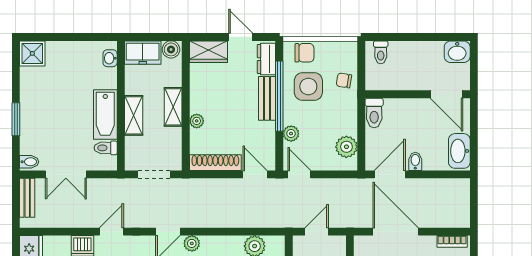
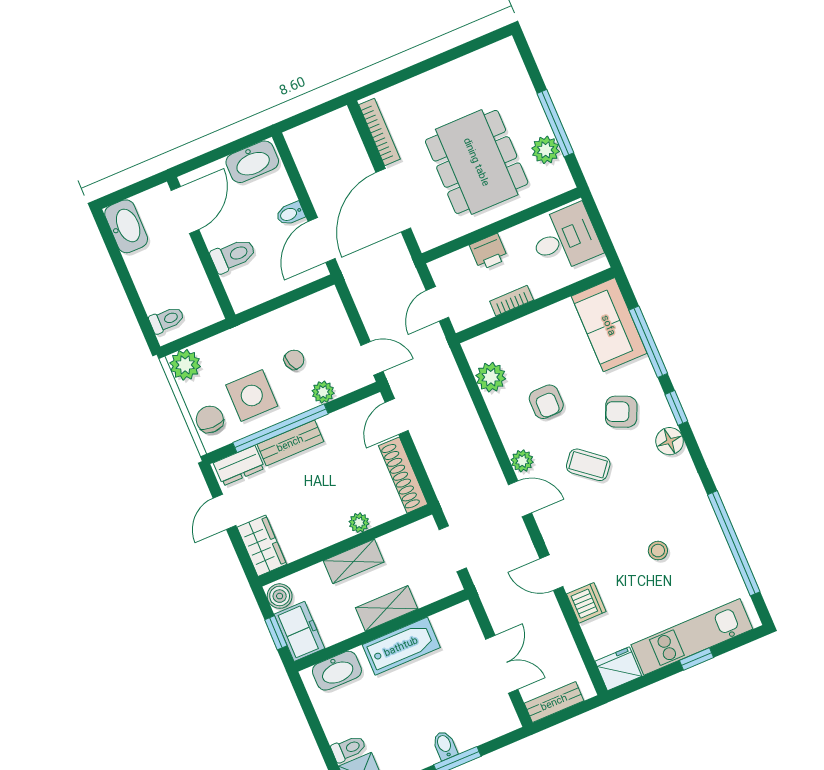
window: (148, 37) -> (276, 633), added
washbasin: (457, 52) -> (126, 226), width x1.38
washbasin: (110, 58) -> (337, 671), width x1.91, depth x1.45
chair: (344, 80) -> (294, 360), moved, turned -117
toilet: (374, 113) -> (233, 255), moved
plant: (346, 147) -> (185, 365), moved
toilet: (106, 148) -> (349, 749), moved, turned -90
bidet: (29, 162) -> (445, 745), moved
door: (299, 174) -> (372, 358), swing flipped
door: (390, 174) -> (322, 240), hinge flipped
door: (317, 232) -> (437, 304), hinge flipped
bookcase: (452, 241) -> (379, 132), width x1.56

